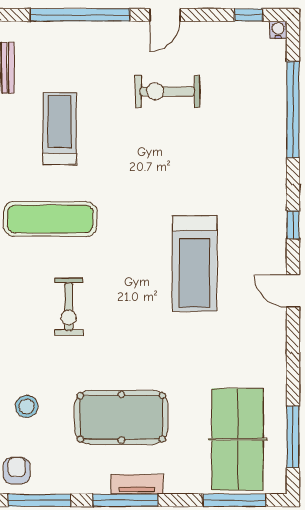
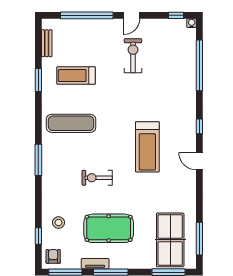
exercise bike: (167, 91) -> (133, 56), turned 90
treadmill: (60, 129) -> (76, 76), turned -90
exercise bike: (69, 307) -> (97, 178), moved, turned 90
tv unit: (137, 484) -> (95, 264), moved

